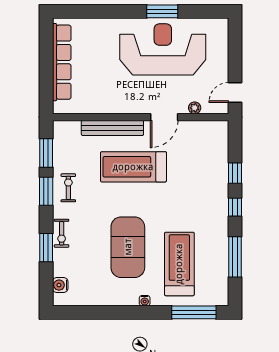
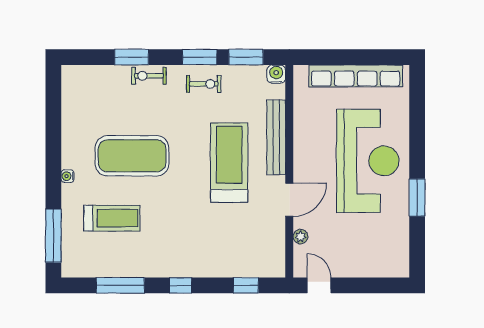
reception desk: (163, 49) -> (368, 161), moved
door: (164, 117) -> (289, 200), swing flipped
window: (235, 173) -> (246, 285), moved
treadmill: (179, 264) -> (112, 218), width x0.73, depth x0.73
water cooler: (60, 285) -> (276, 74), moved

